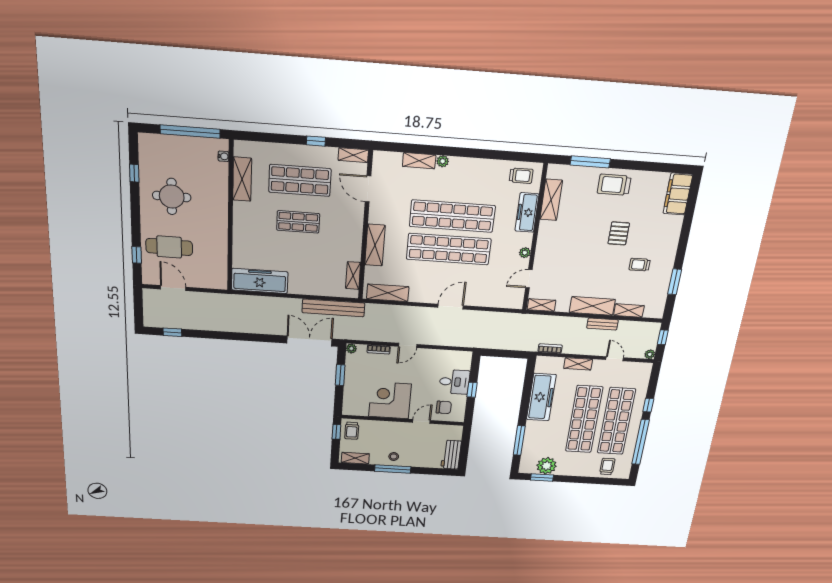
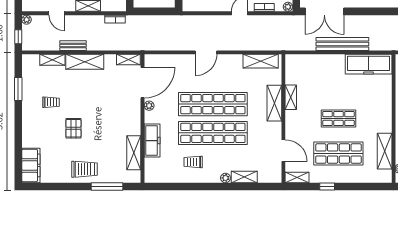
trolley: (521, 176) -> (193, 162), moved
shelving: (353, 276) -> (291, 97), moved
door: (529, 279) -> (143, 83), width x1.88
bench: (333, 308) -> (342, 44), moved

